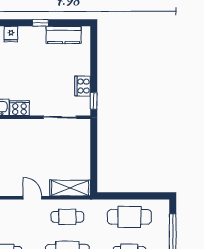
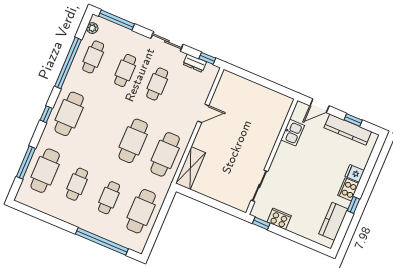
cooker: (19, 108) -> (348, 189), moved, turned 180
door: (32, 198) -> (203, 113), moved
cafe table: (67, 217) -> (165, 154), width x1.37, depth x1.35

